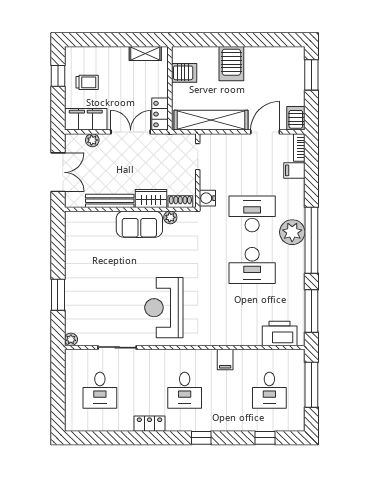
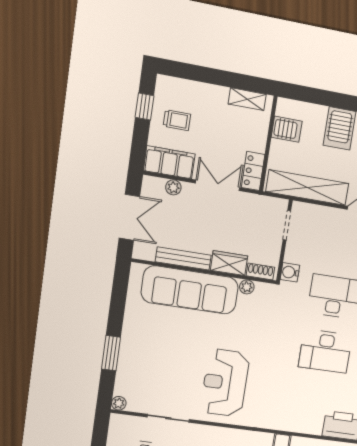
sofa: (139, 224) -> (190, 290), width x1.85, depth x1.27

